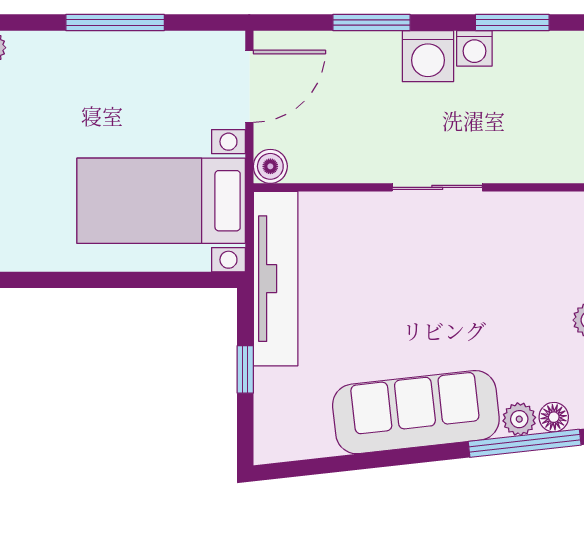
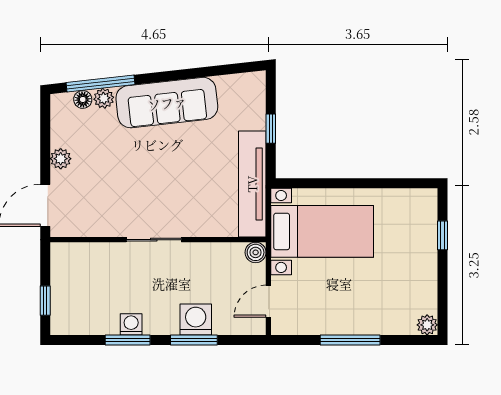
window: (512, 23) -> (128, 340), moved
washing machine: (428, 56) -> (196, 320), moved
door: (249, 86) -> (268, 301), width x0.73

